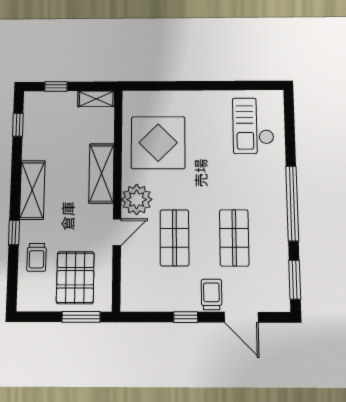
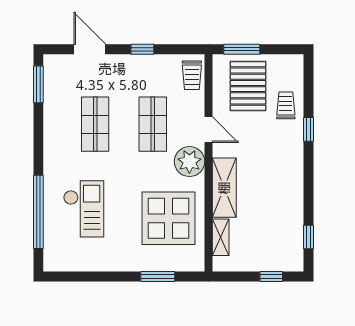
window: (169, 86) -> (158, 277), added
shelving: (96, 99) -> (221, 237), moved, turned 90
checkout: (253, 126) -> (84, 209), moved
shelving: (32, 190) -> (292, 171), removed
window: (292, 203) -> (38, 212), moved
door: (117, 232) -> (208, 130), swing flipped
trolley: (211, 294) -> (192, 75), moved

